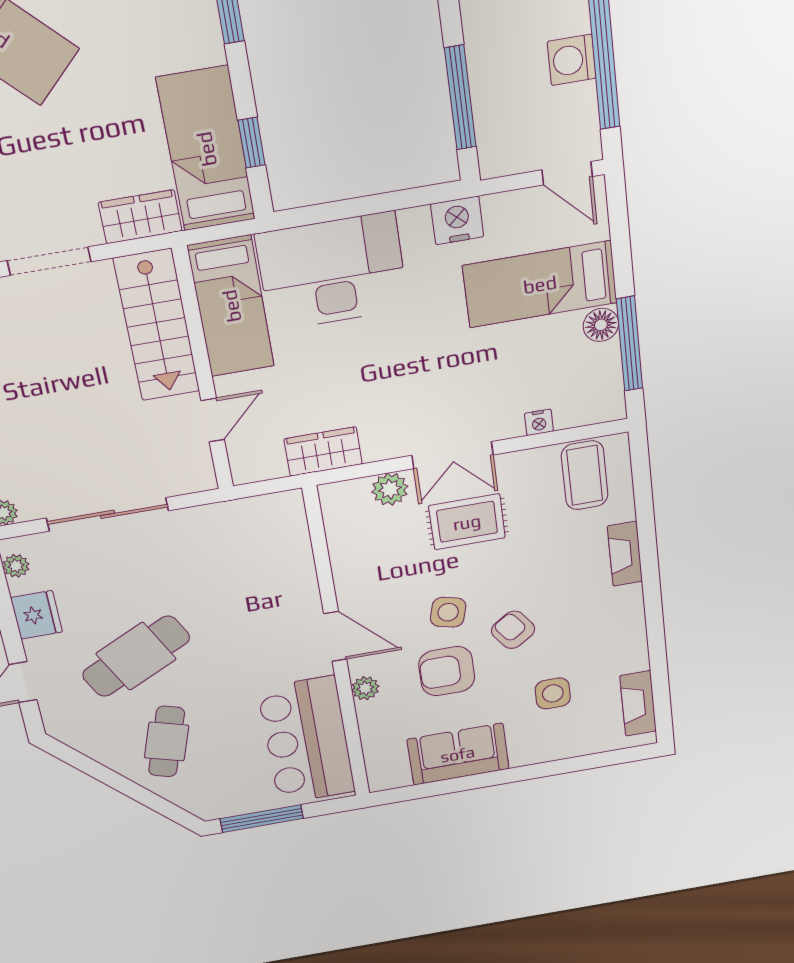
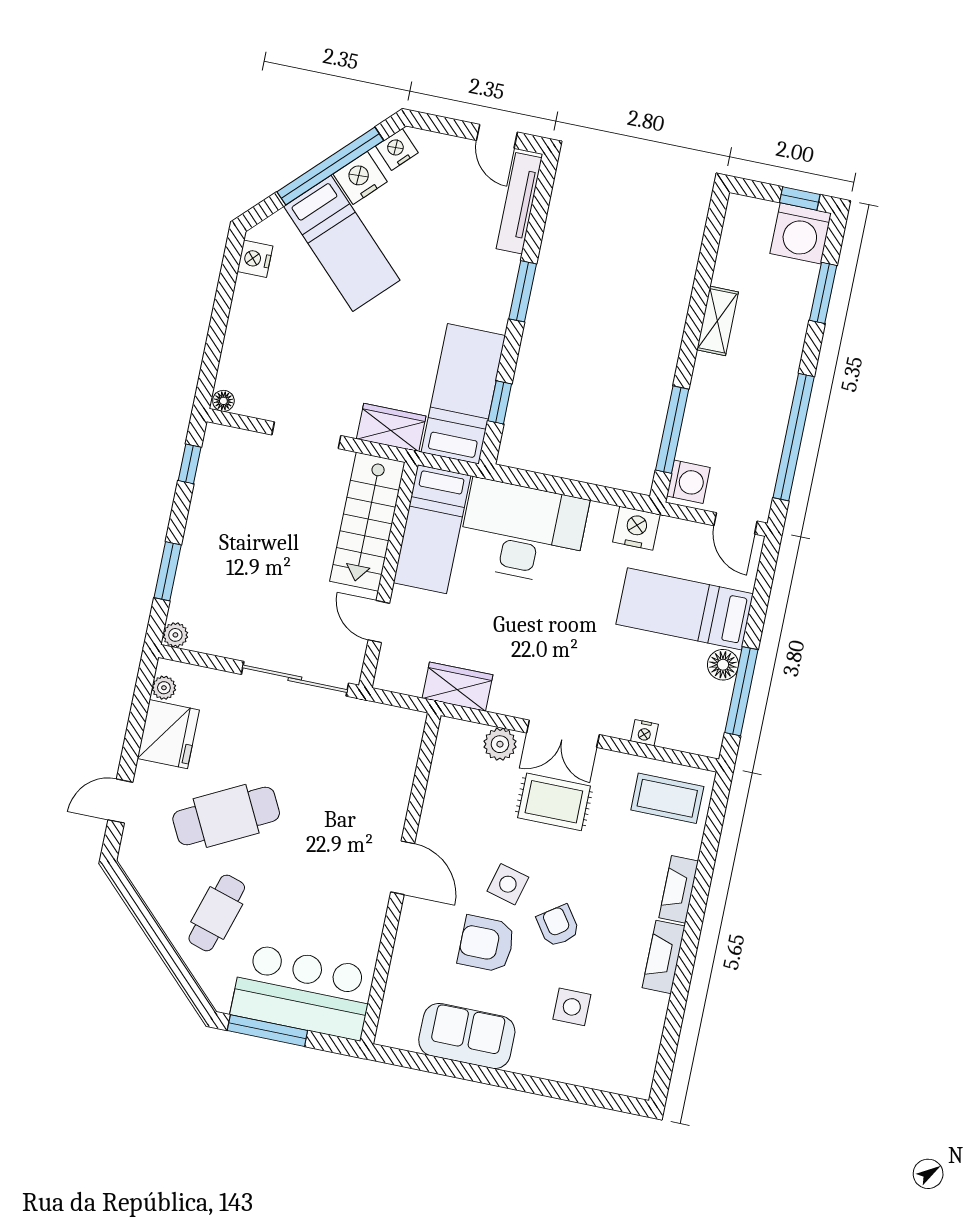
washing machine: (572, 60) -> (688, 482), moved, turned 180
door: (213, 420) -> (379, 622), swing flipped
coffee table: (585, 475) -> (667, 798), turned 90
sliding door: (108, 514) -> (295, 679), moved
fridge: (36, 615) -> (168, 734), width x1.36, depth x1.34
plant: (365, 688) -> (409, 931), removed
fireplace: (638, 703) -> (664, 957), moved
bar counter: (307, 741) -> (303, 992), moved, turned 90

